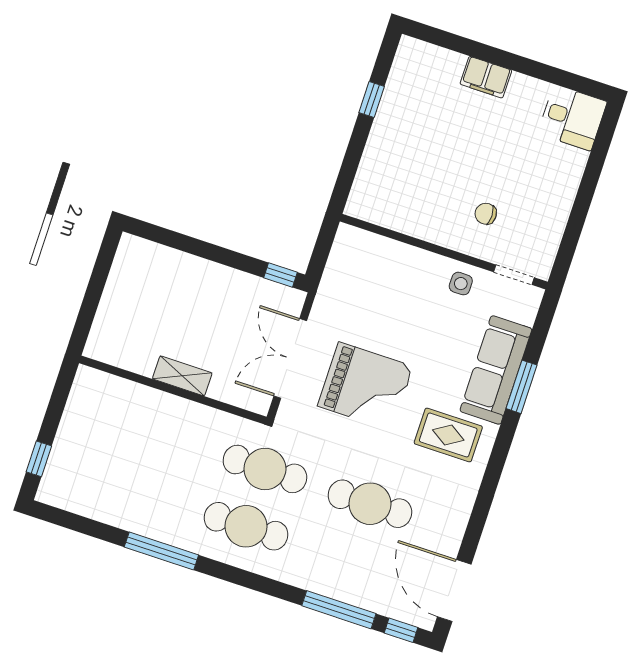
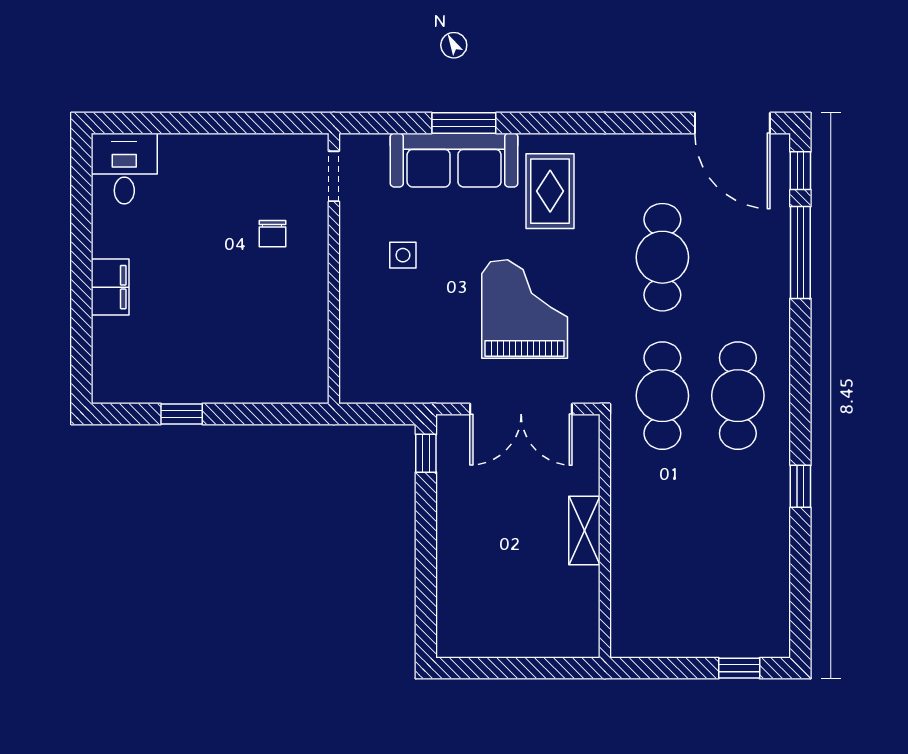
side table: (461, 284) -> (403, 255), moved
window: (161, 551) -> (800, 486), width x0.46
door: (454, 591) -> (732, 123), hinge flipped

